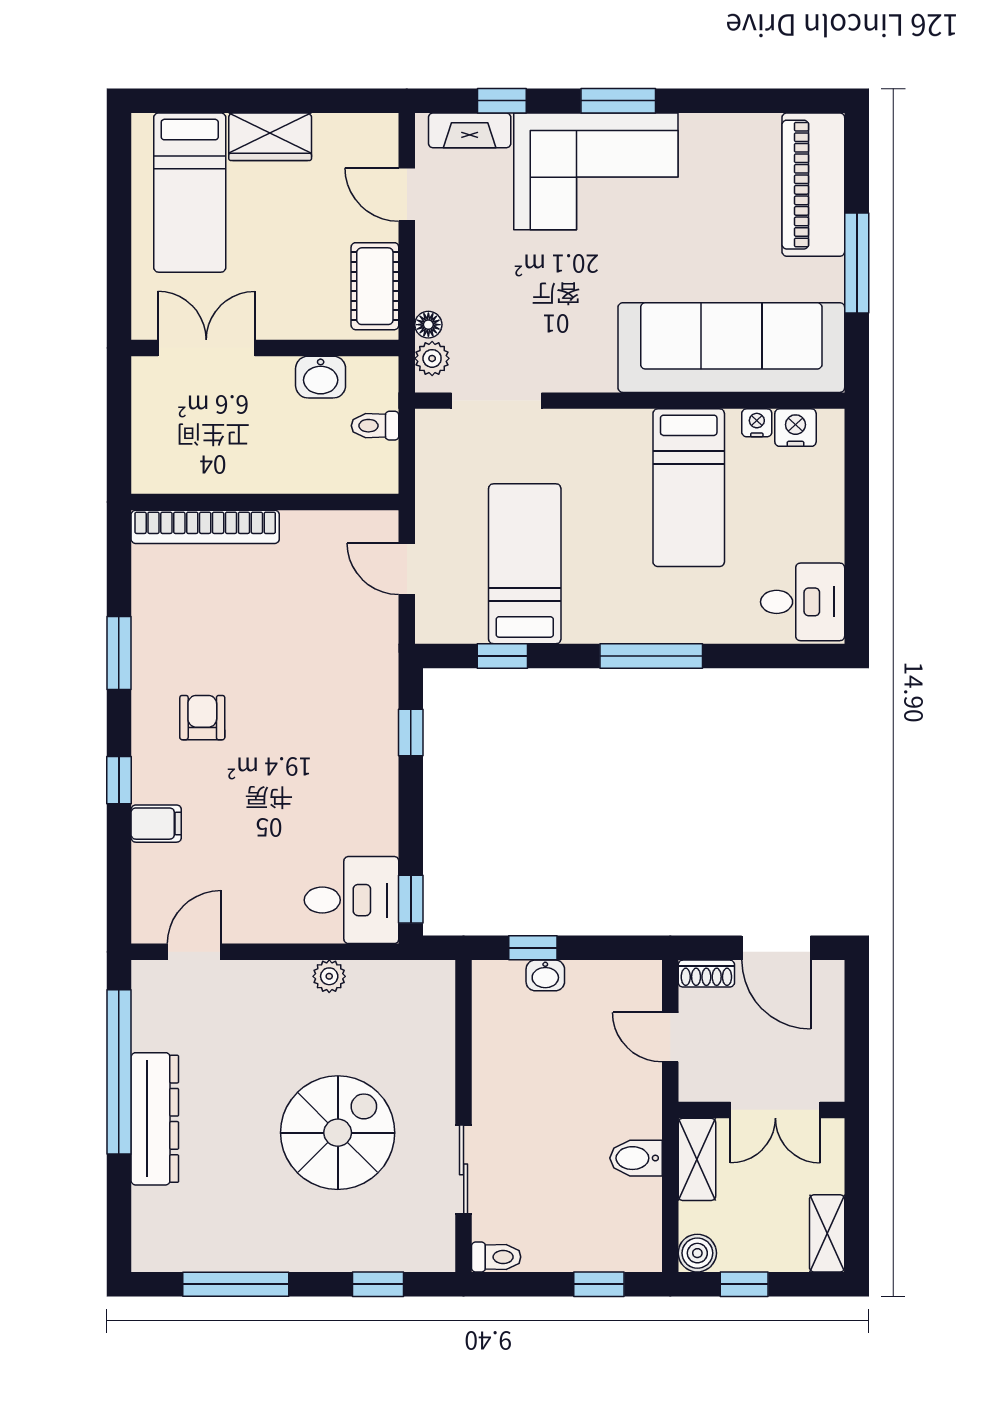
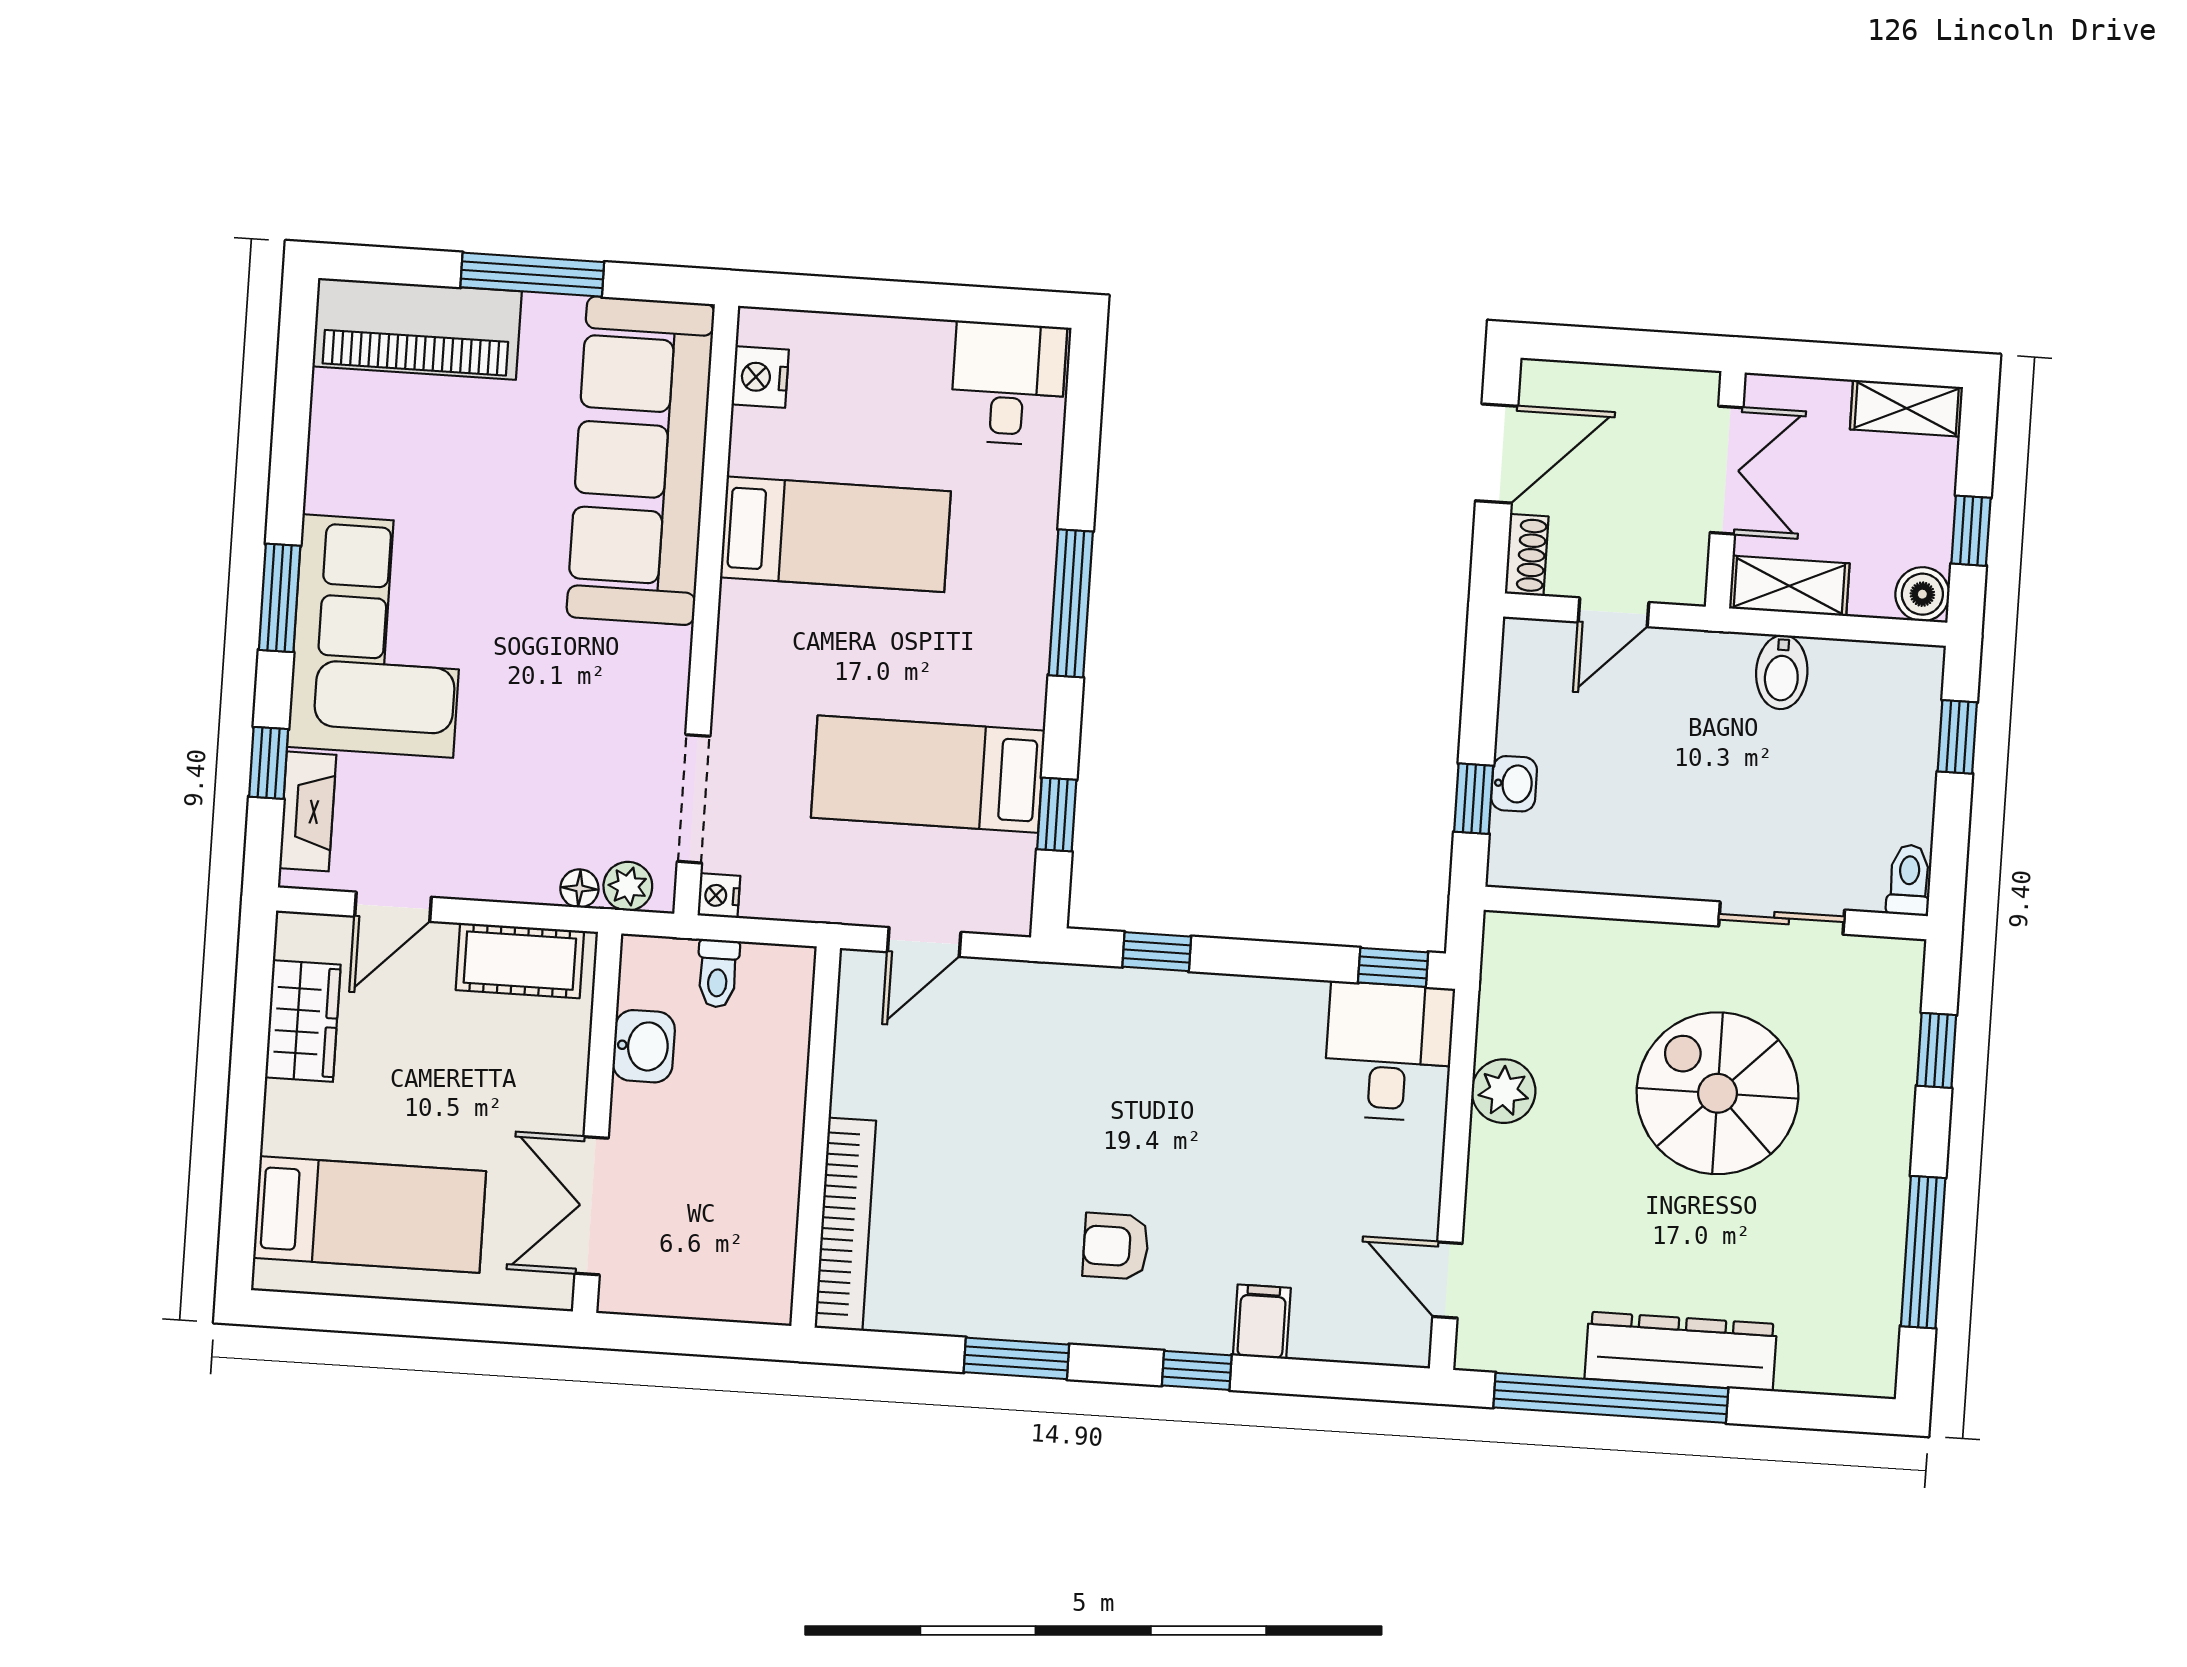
wardrobe: (270, 137) -> (303, 1021), moved
nightstand: (757, 423) -> (719, 896), moved
plant: (329, 976) -> (1504, 1091), width x1.38, depth x1.38

